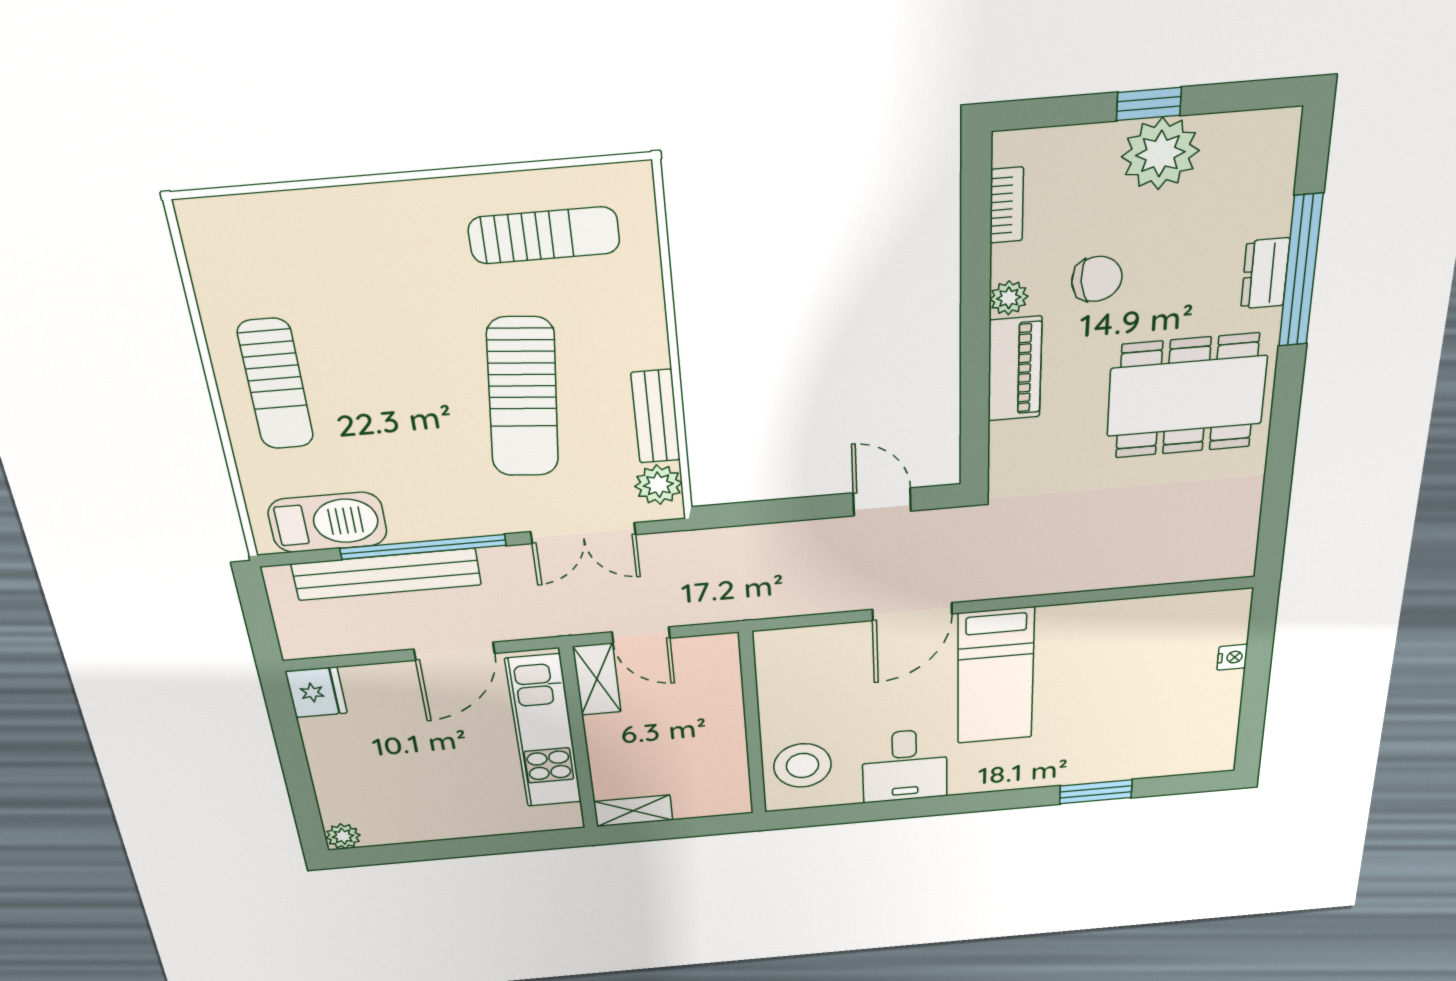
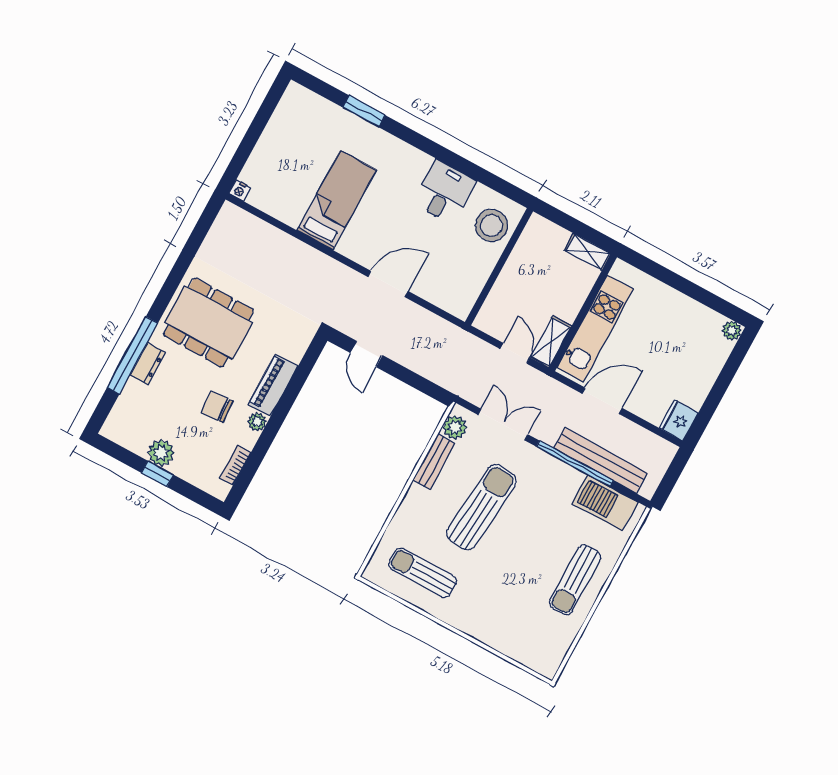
plant: (1160, 154) -> (161, 453), width x0.73, depth x0.73
sun lounger: (276, 384) -> (575, 580), turned 180
nightstand: (1232, 657) -> (240, 190), moved, turned -90
bed: (996, 676) -> (337, 200), moved

